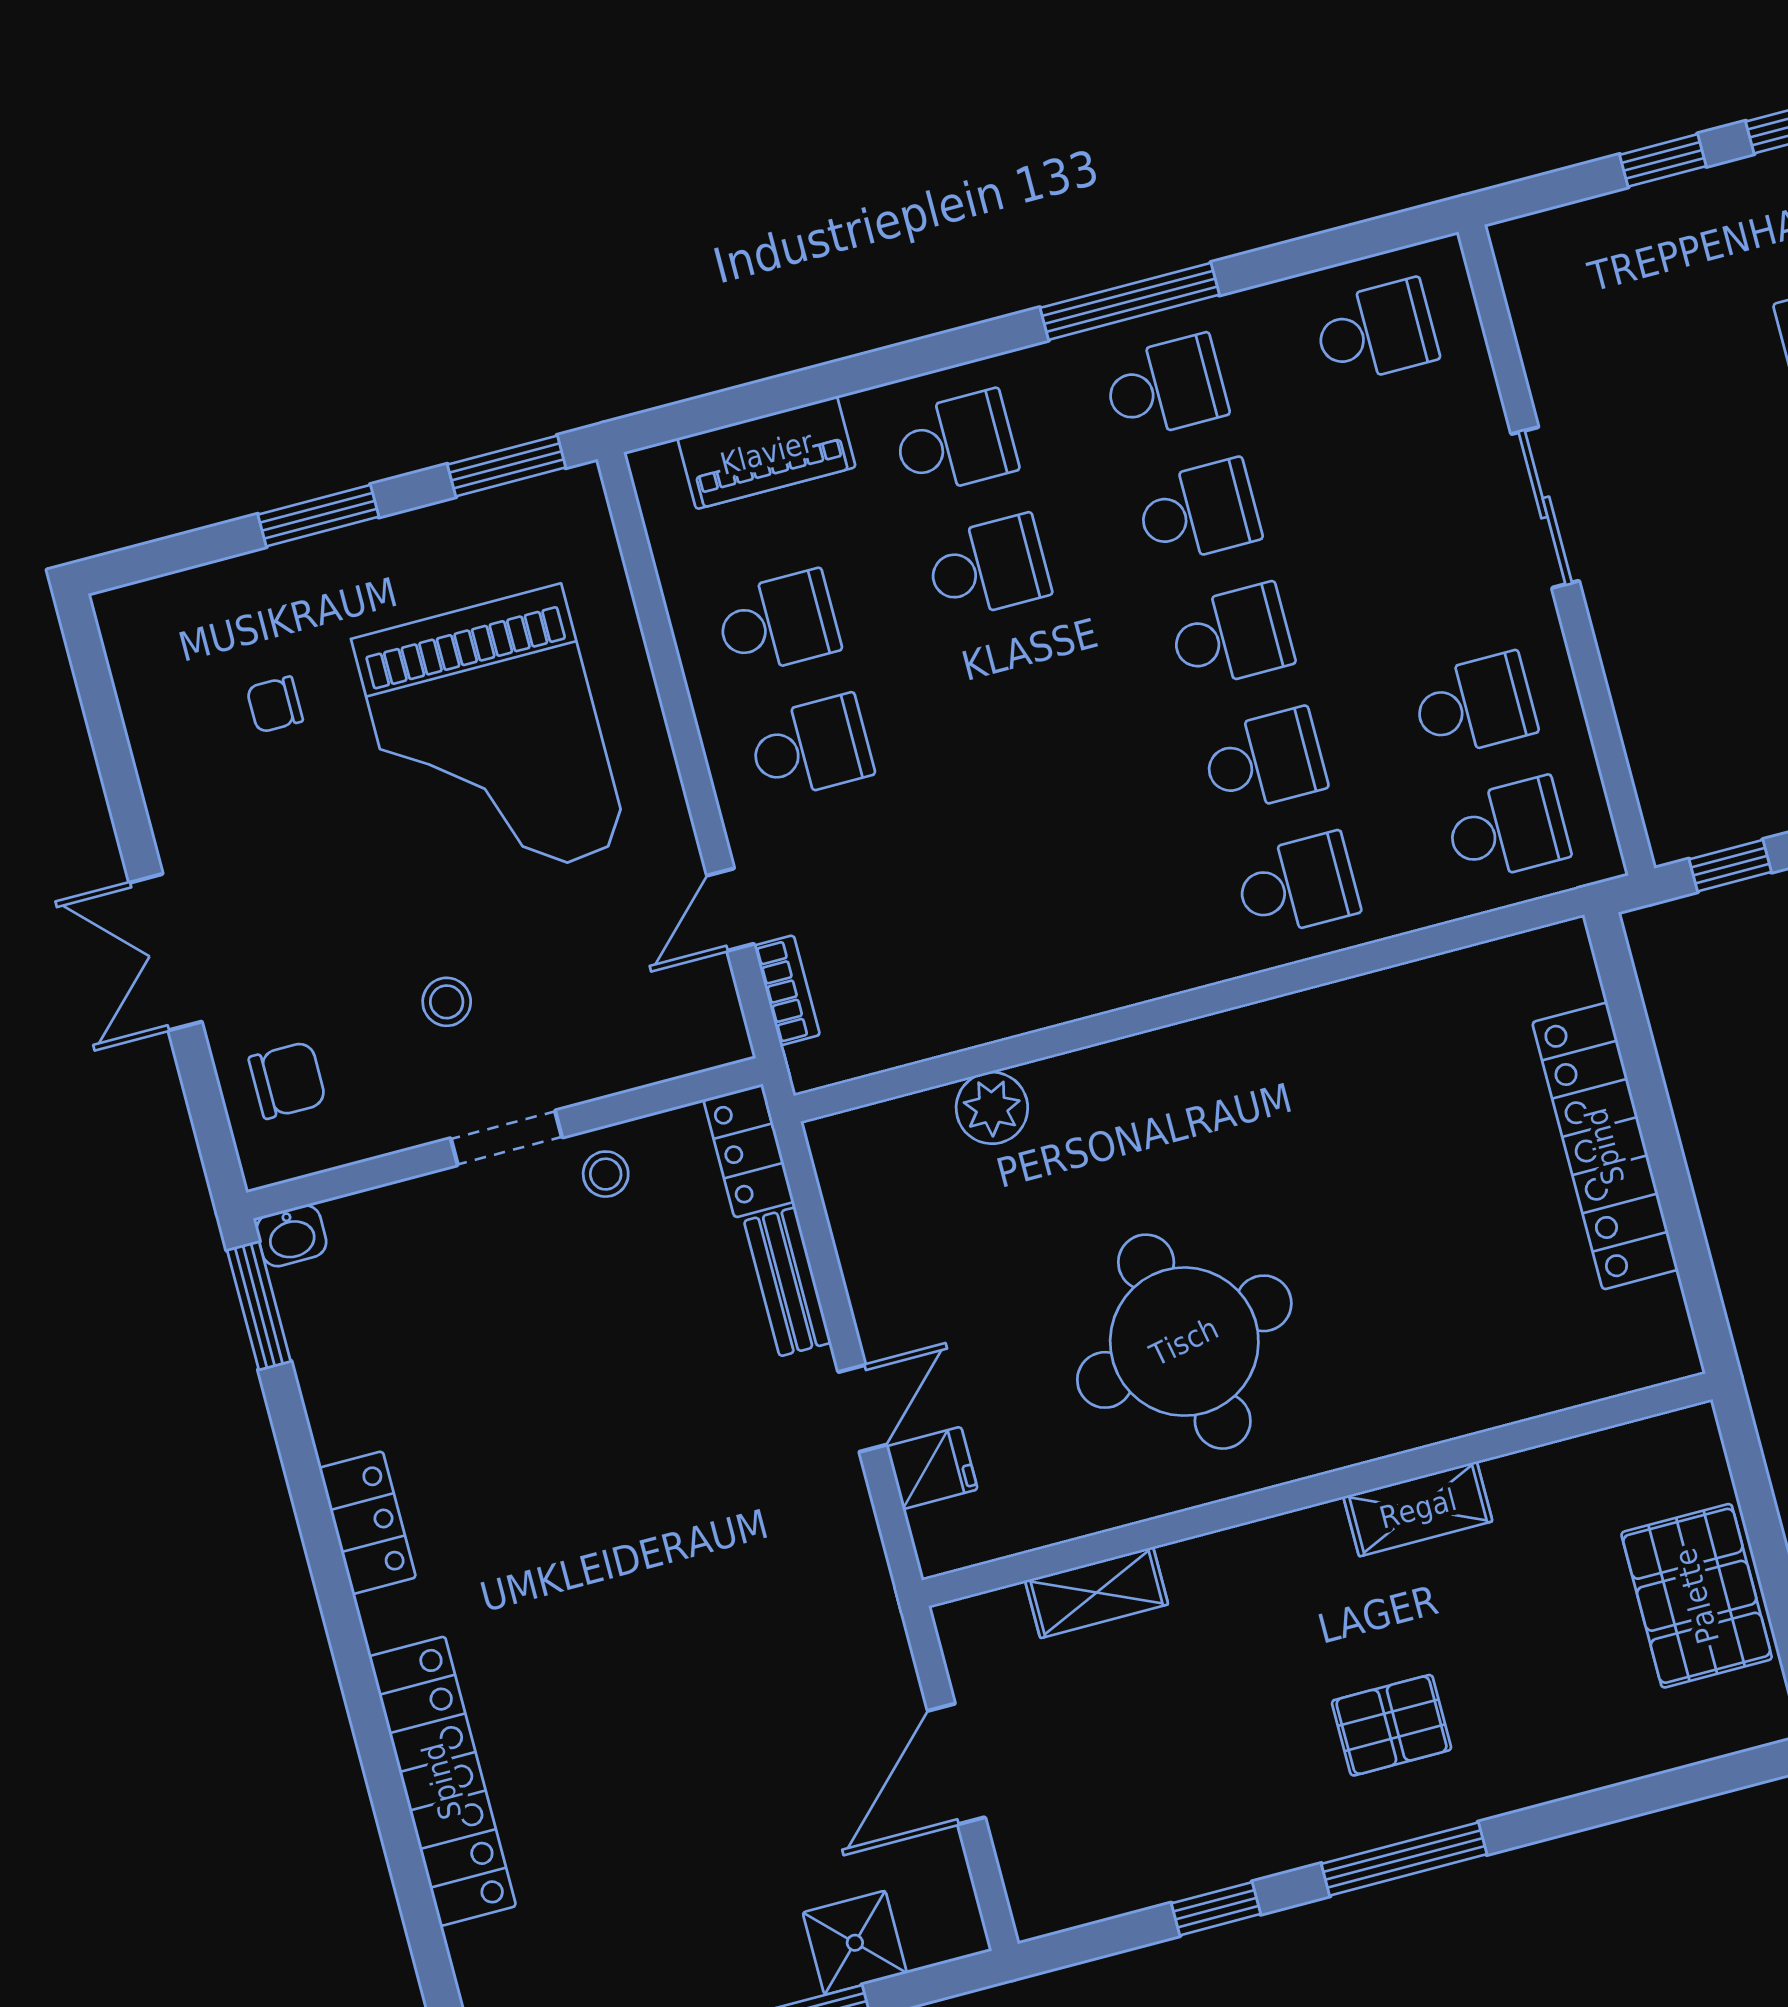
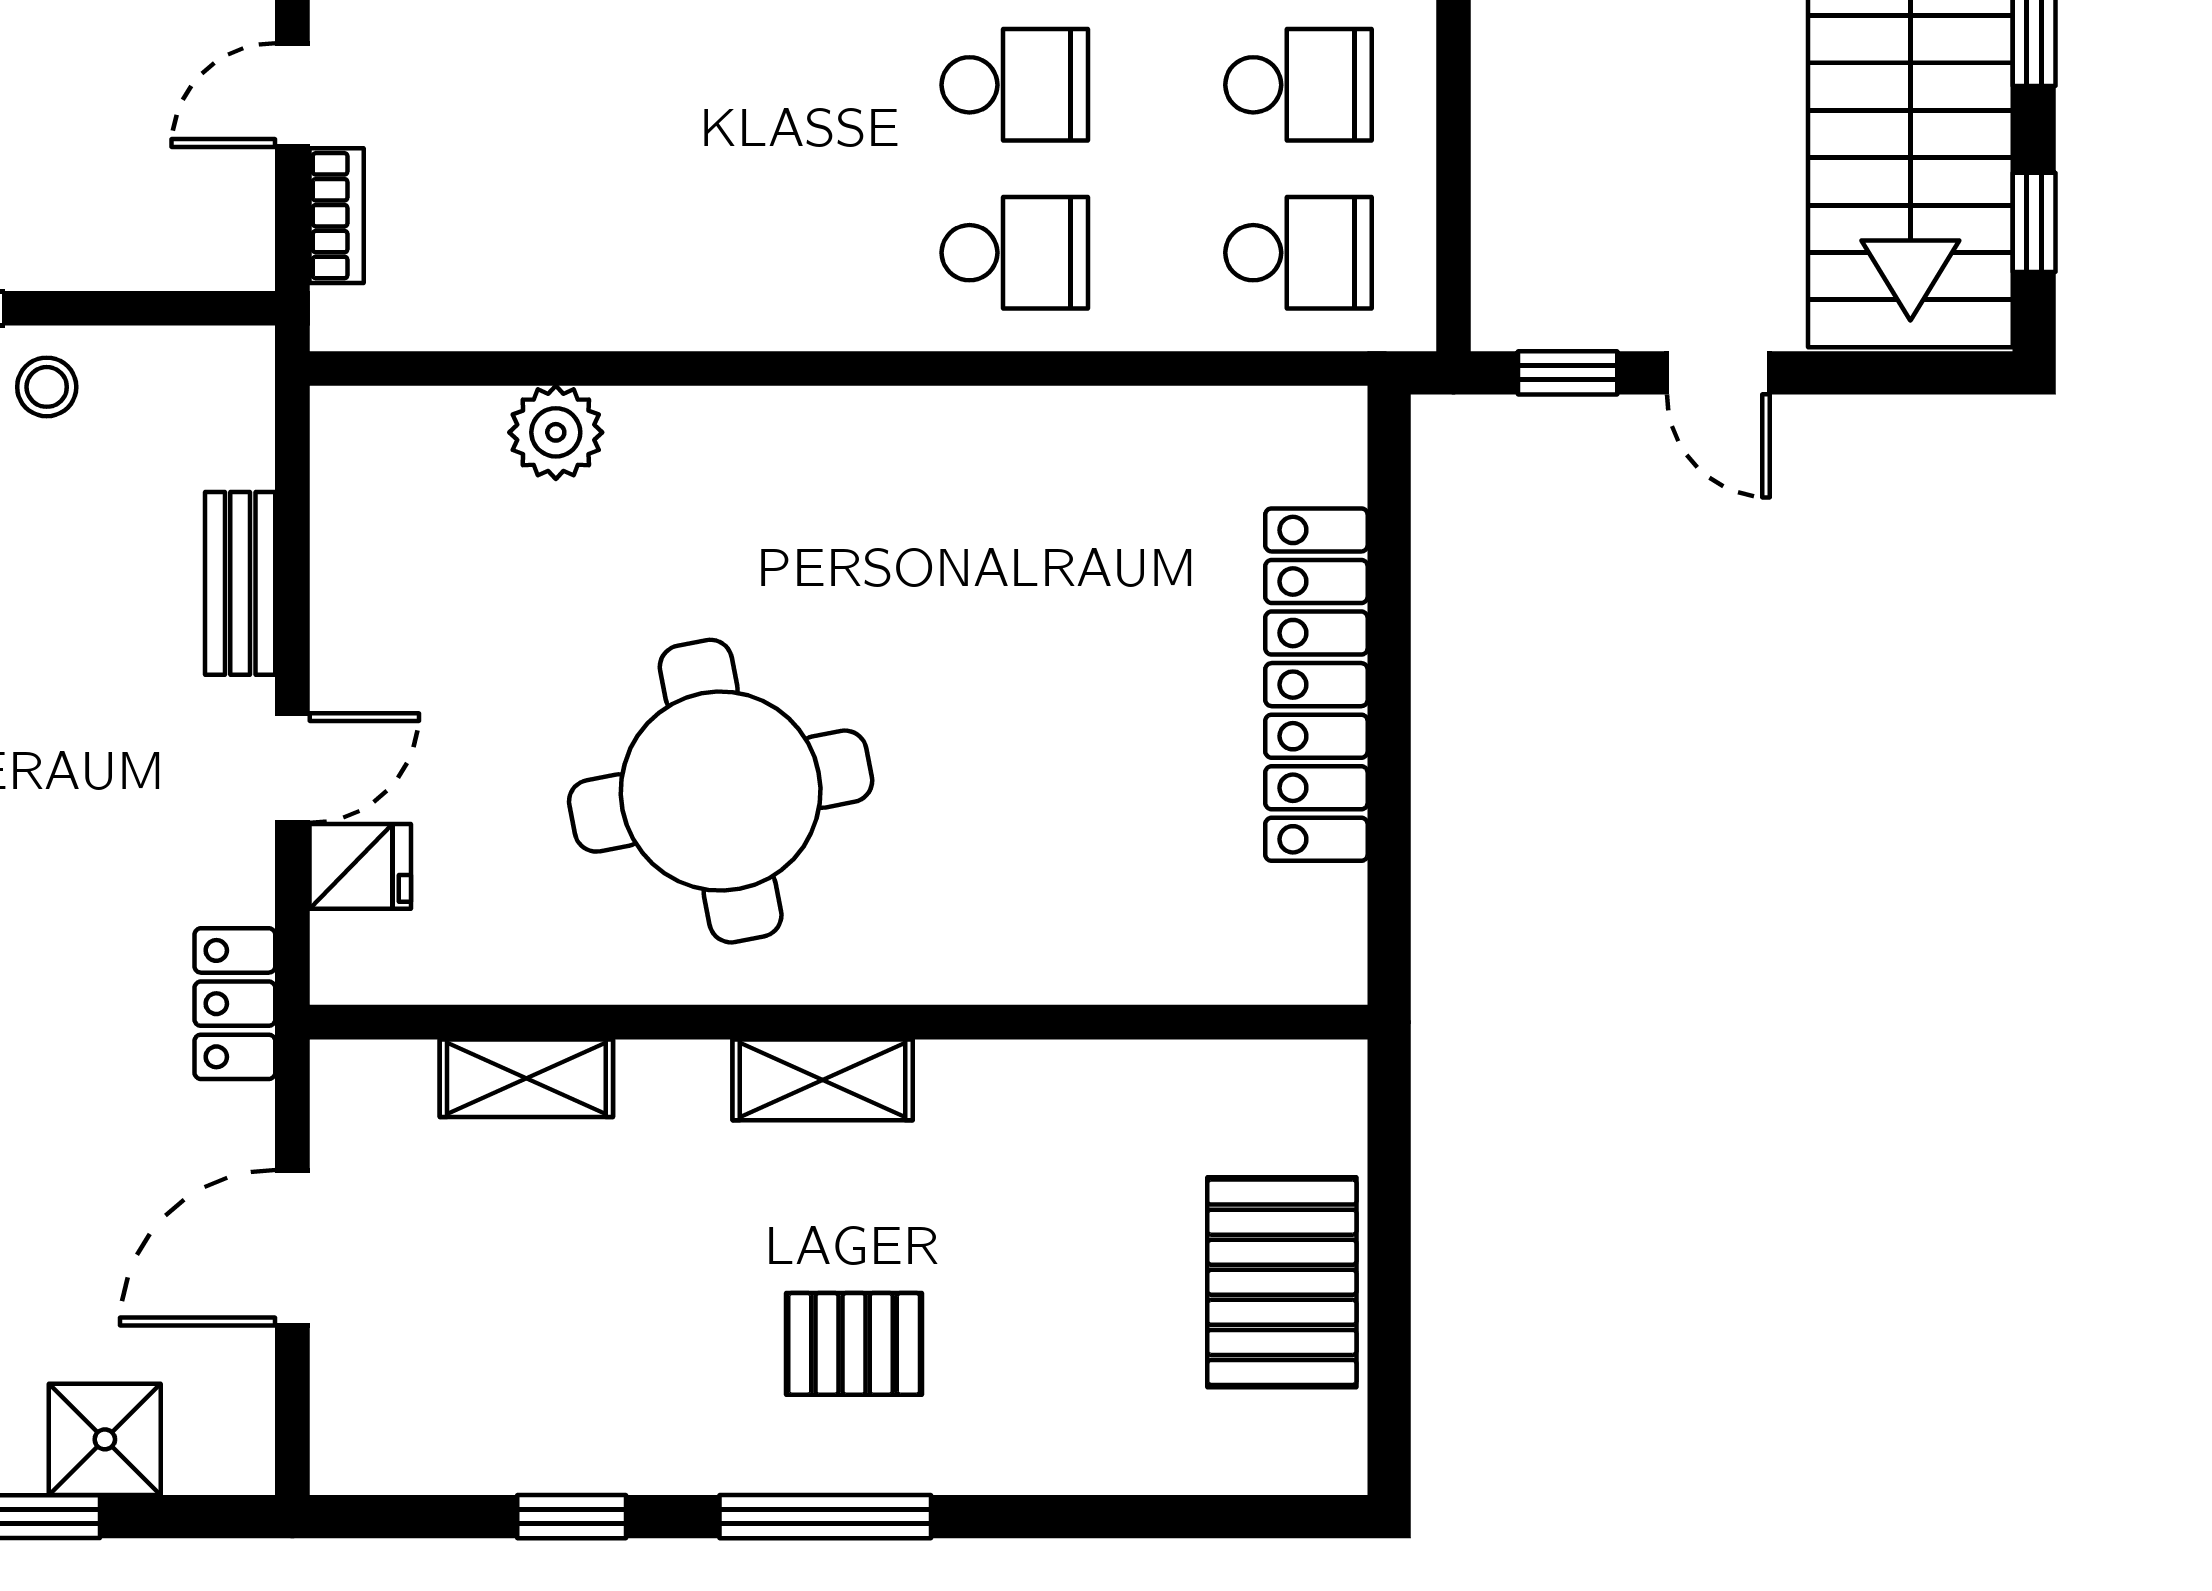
locker: (749, 1151) -> (235, 1004), moved
shelving: (1418, 1509) -> (823, 1080), moved

